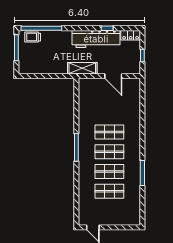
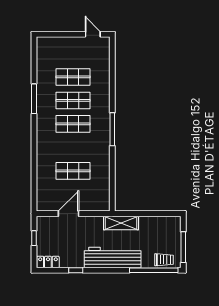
workbench: (96, 39) -> (113, 258), moved
shelving: (82, 68) -> (121, 223), moved
door: (113, 76) -> (69, 214), hinge flipped
shop shelf: (109, 132) -> (73, 171), moved

